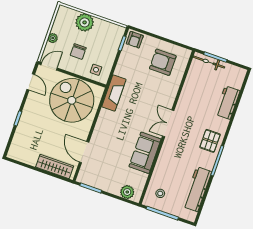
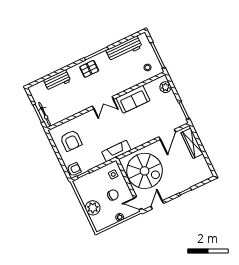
spiral stairs: (72, 100) -> (145, 171), turned -90

